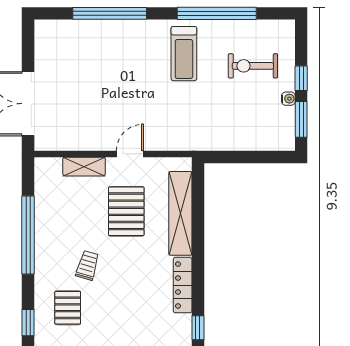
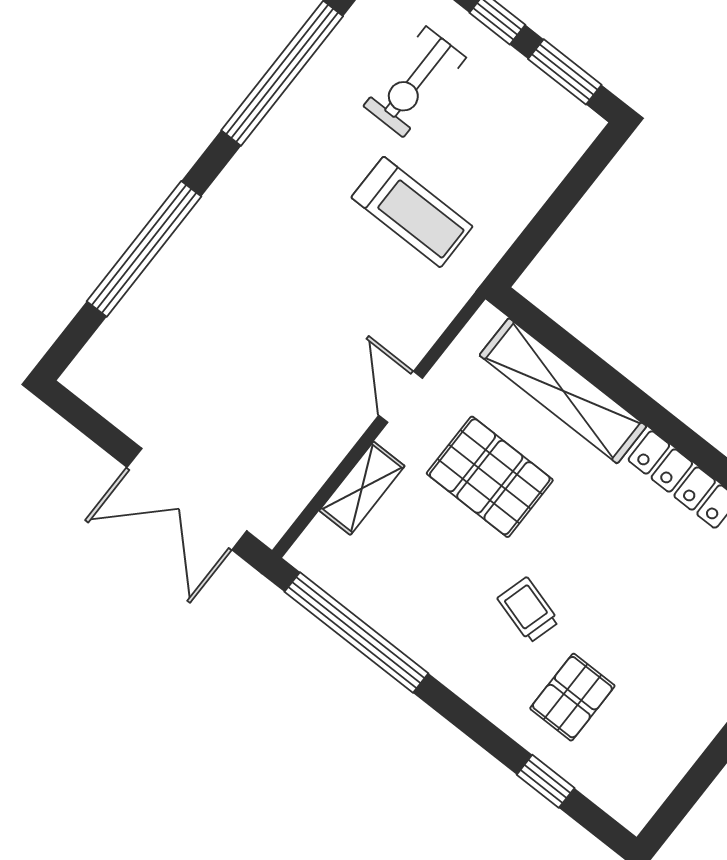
treadmill: (184, 54) -> (412, 212), moved
water cooler: (288, 99) -> (514, 66), removed
window: (28, 235) -> (356, 633), moved
pallet: (68, 308) -> (572, 697), turned 90

